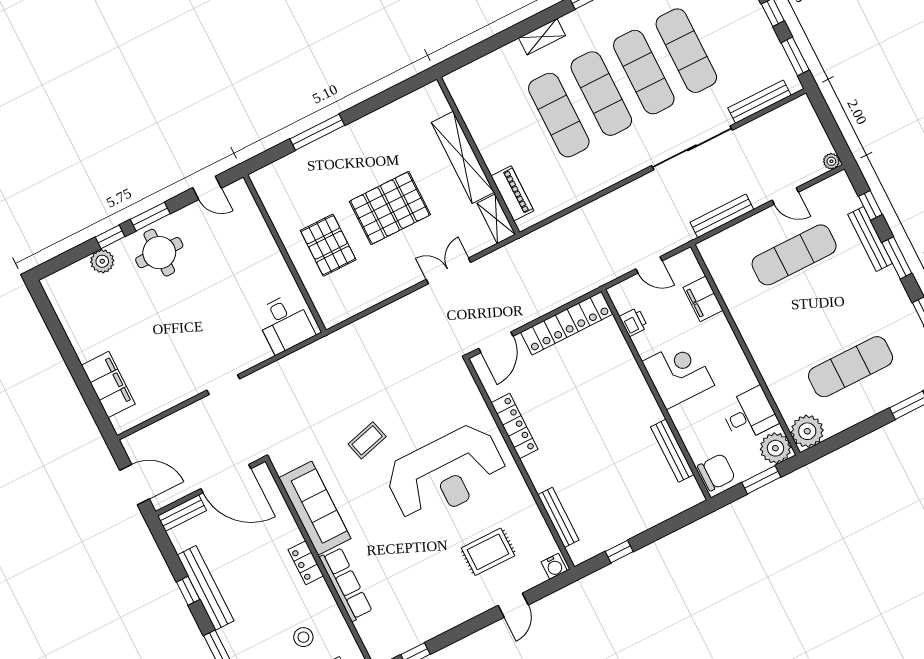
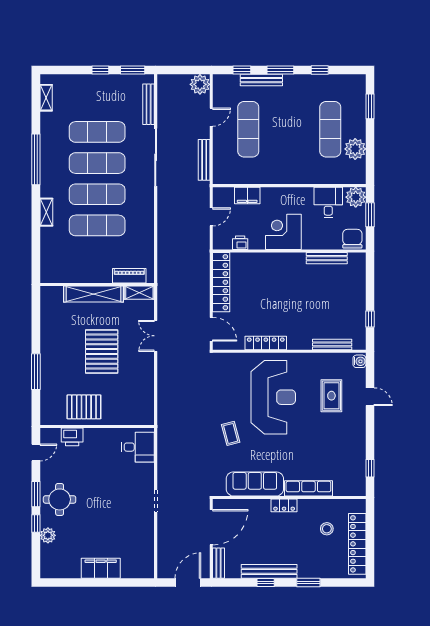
plant: (831, 161) -> (200, 84), width x1.87, depth x1.87
printer: (253, 226) -> (72, 437), added
pallet: (328, 245) -> (84, 407), moved
filing cabinet: (108, 385) -> (101, 568), moved
plant: (807, 431) -> (355, 149), moved

